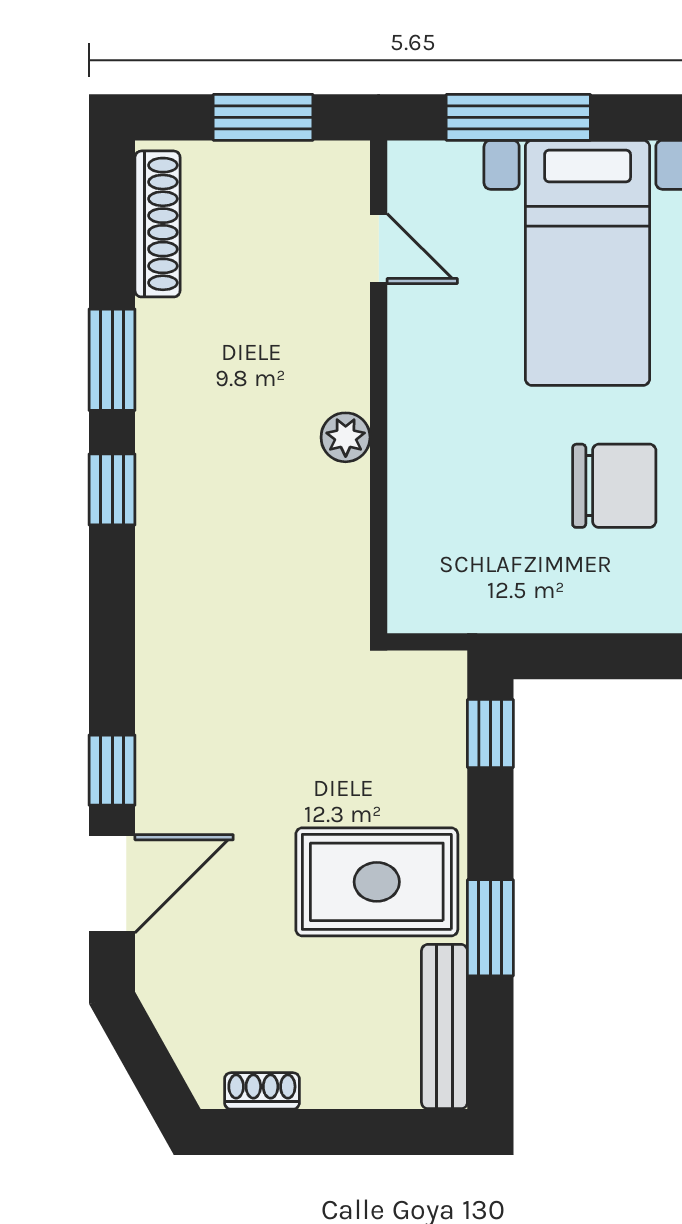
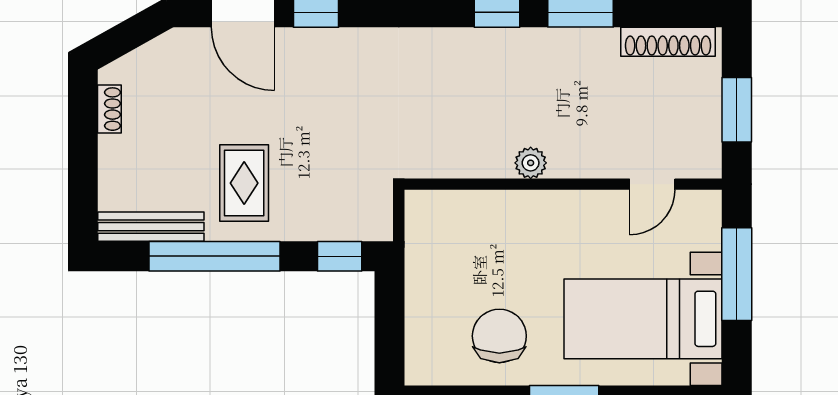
chair: (614, 486) -> (499, 336), turned 180
rug: (377, 882) -> (244, 183), width x0.73, depth x0.70
window: (490, 928) -> (215, 256), width x2.11

